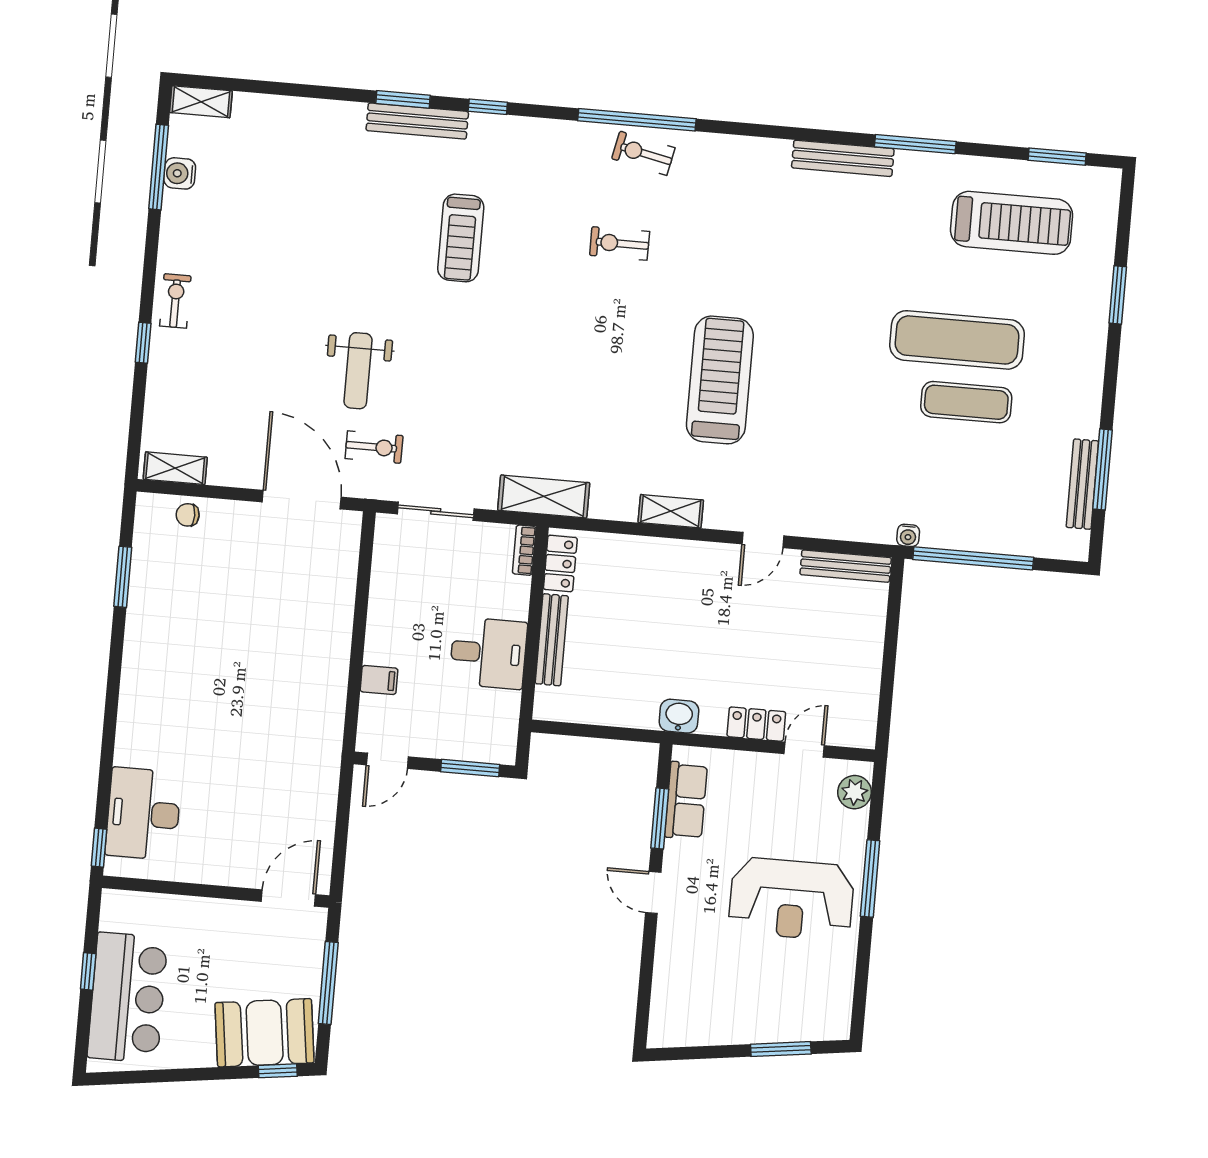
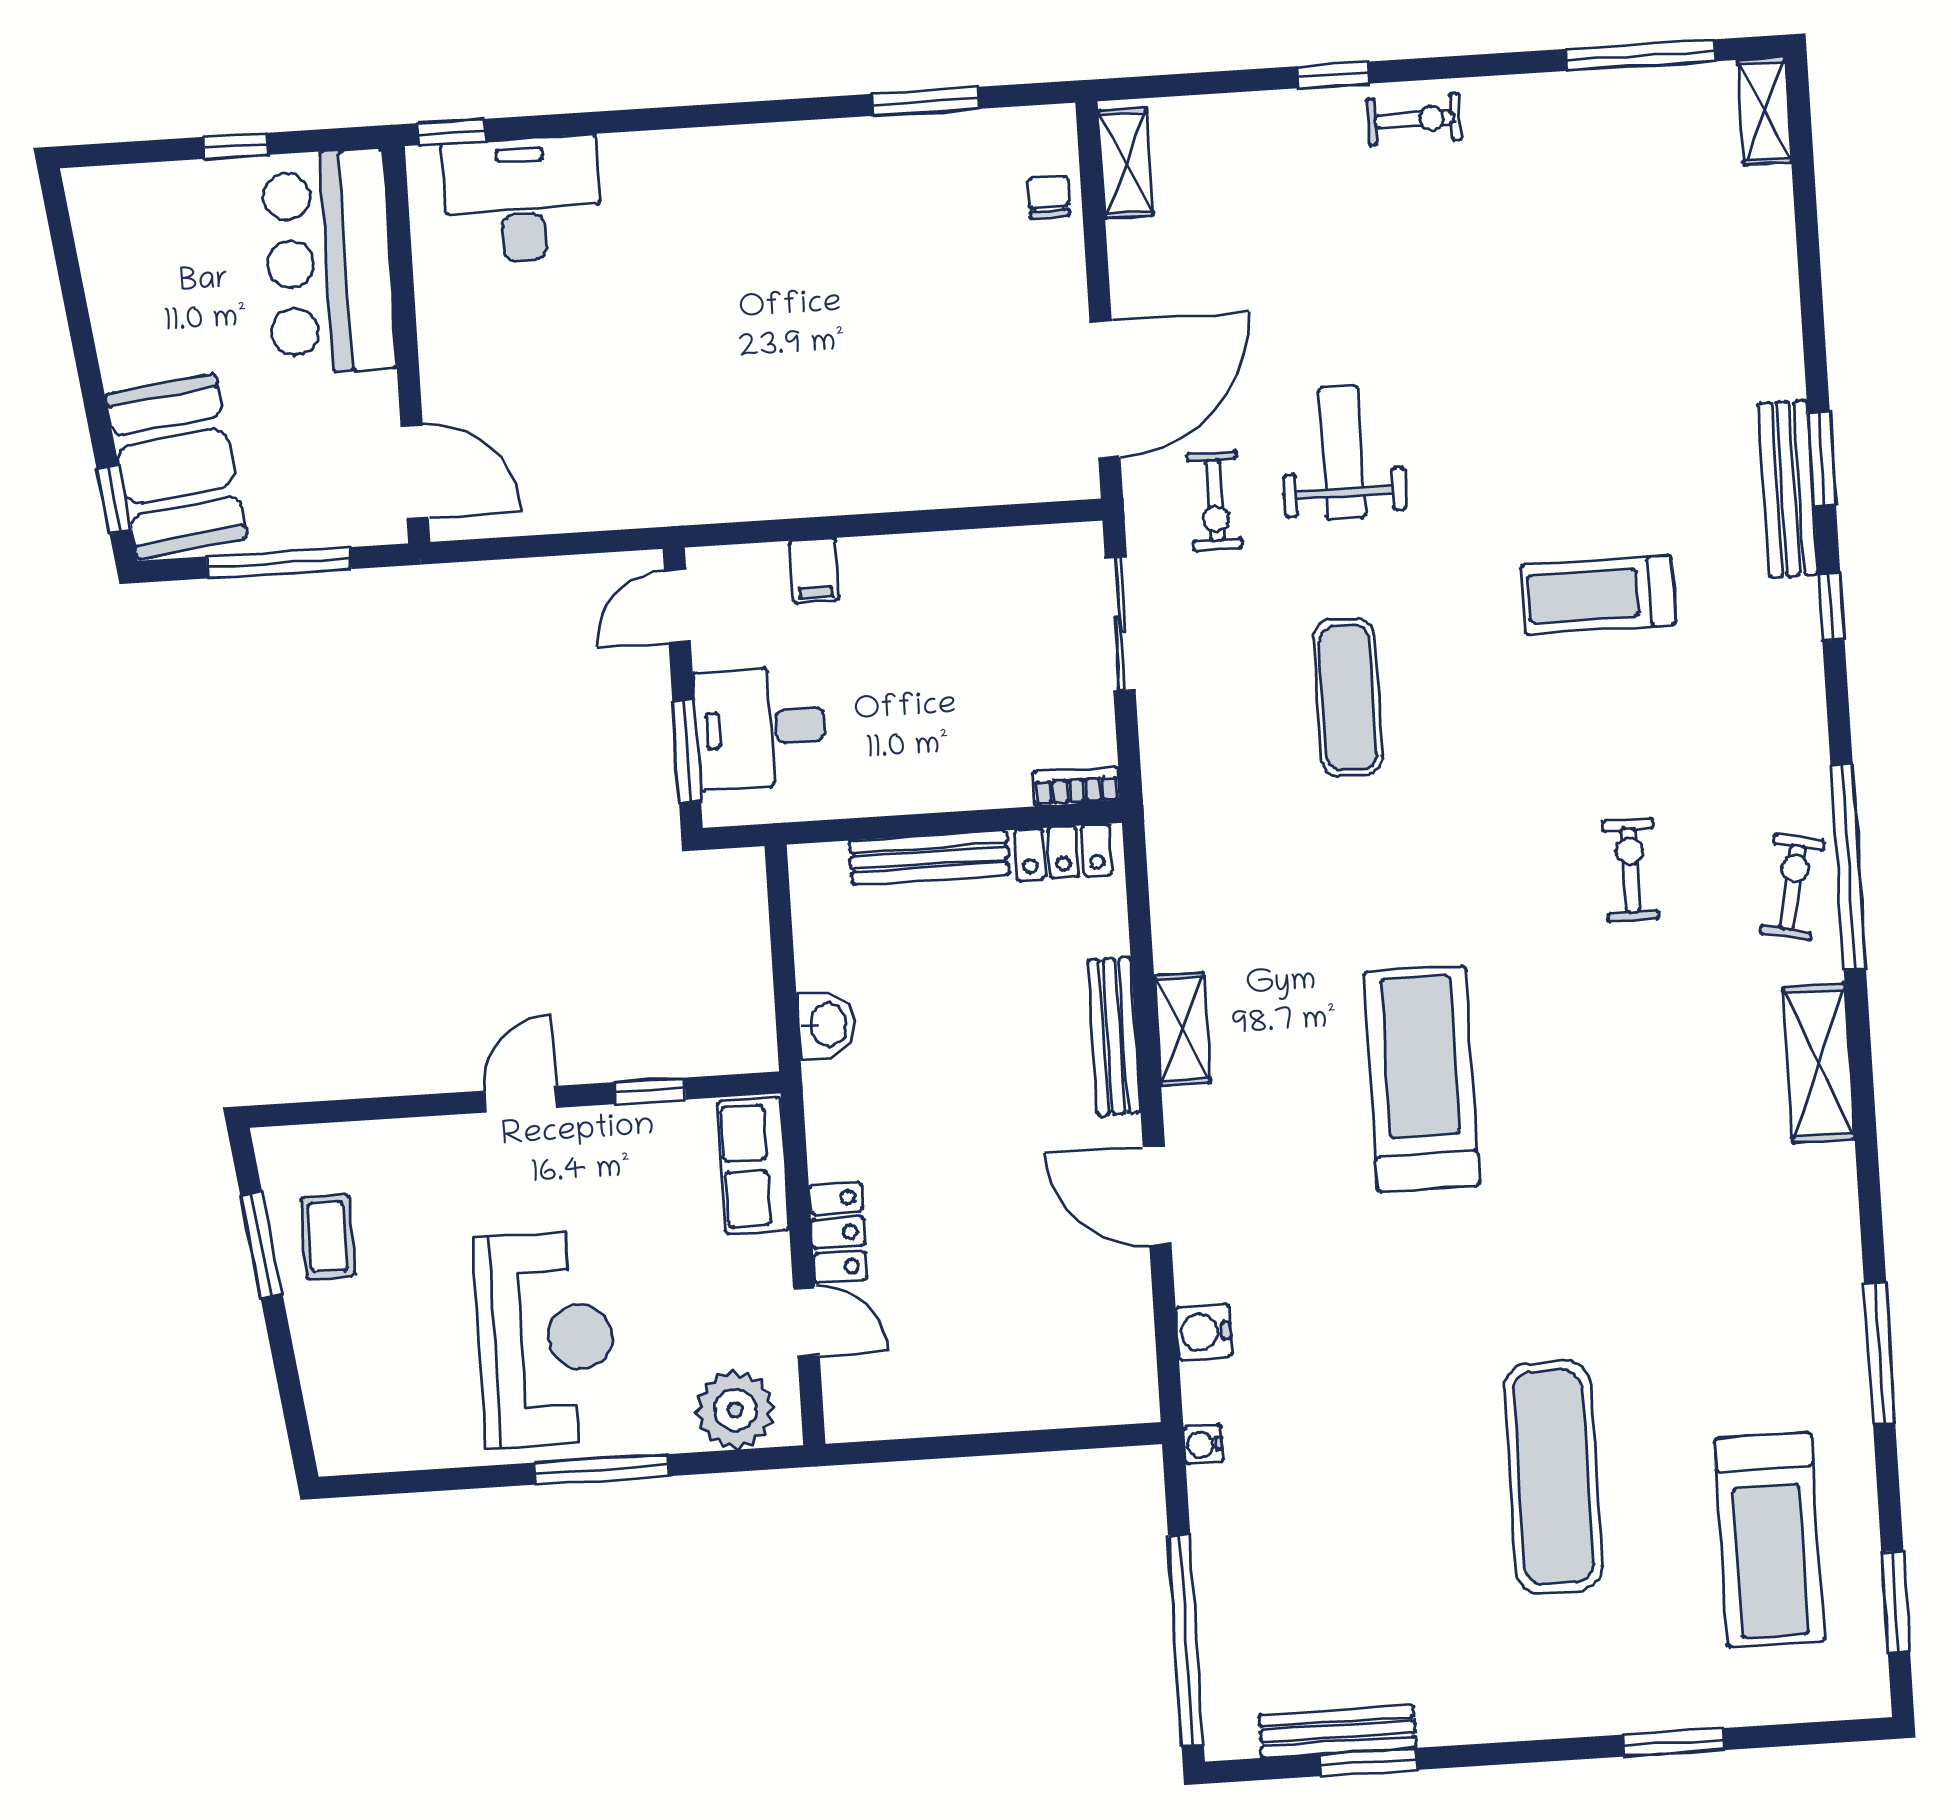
bench: (843, 158) -> (1836, 1232), removed
water cooler: (180, 173) -> (1204, 1332), moved, turned -90
weight bench: (358, 371) -> (1342, 453), turned 90
treadmill: (720, 380) -> (1422, 1079), turned -90
exercise mat: (966, 402) -> (1348, 697), moved
window: (1103, 469) -> (1368, 1762), width x0.69
shelving: (544, 496) -> (1819, 1063), moved
door: (763, 540) -> (1157, 1195), width x1.38
window: (973, 558) -> (1186, 1640), moved
bench: (846, 566) -> (1114, 1036), moved
desk: (488, 653) -> (760, 728), moved, turned 90
washbasin: (679, 716) -> (827, 1025), moved
door: (387, 761) -> (677, 606), hinge flipped
plant: (855, 792) -> (735, 1410), width x1.36, depth x1.36
row of seats: (686, 801) -> (753, 1166), moved, turned 90
window: (660, 818) -> (650, 1091), width x0.67
reception desk: (791, 899) -> (546, 1339), turned 180
bar counter: (128, 998) -> (329, 262), moved, turned 90
coffee table: (714, 1014) -> (328, 1237), added
window: (781, 1049) -> (261, 1245), moved

